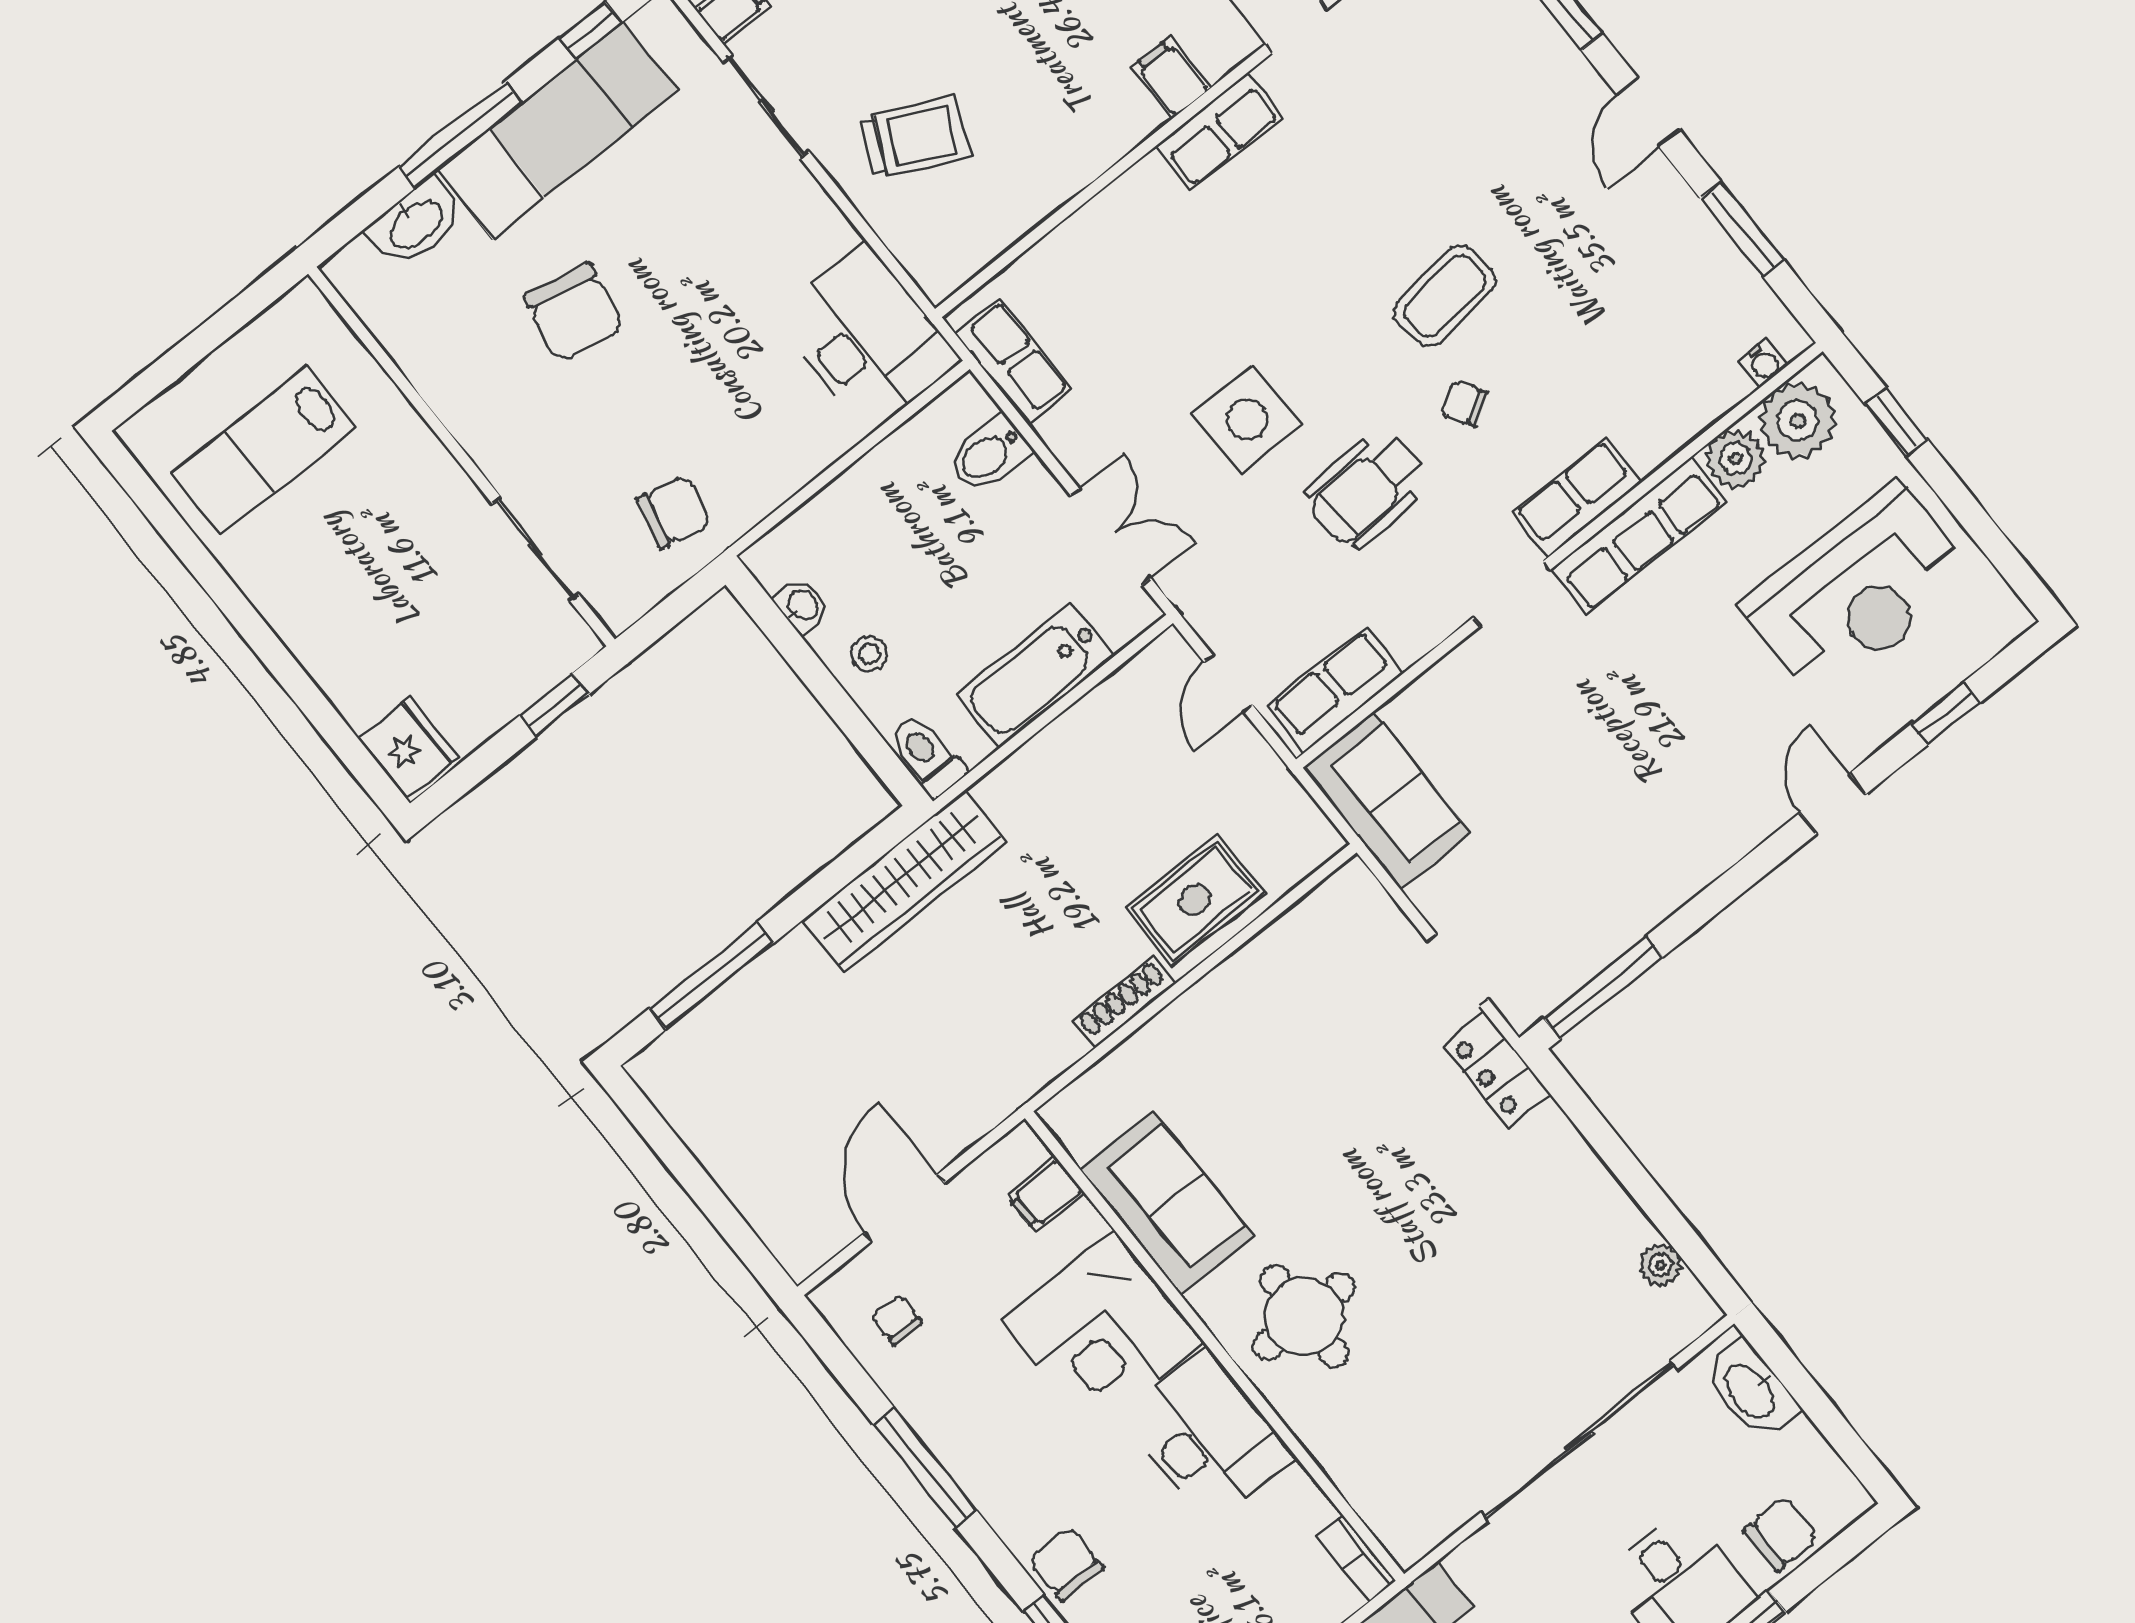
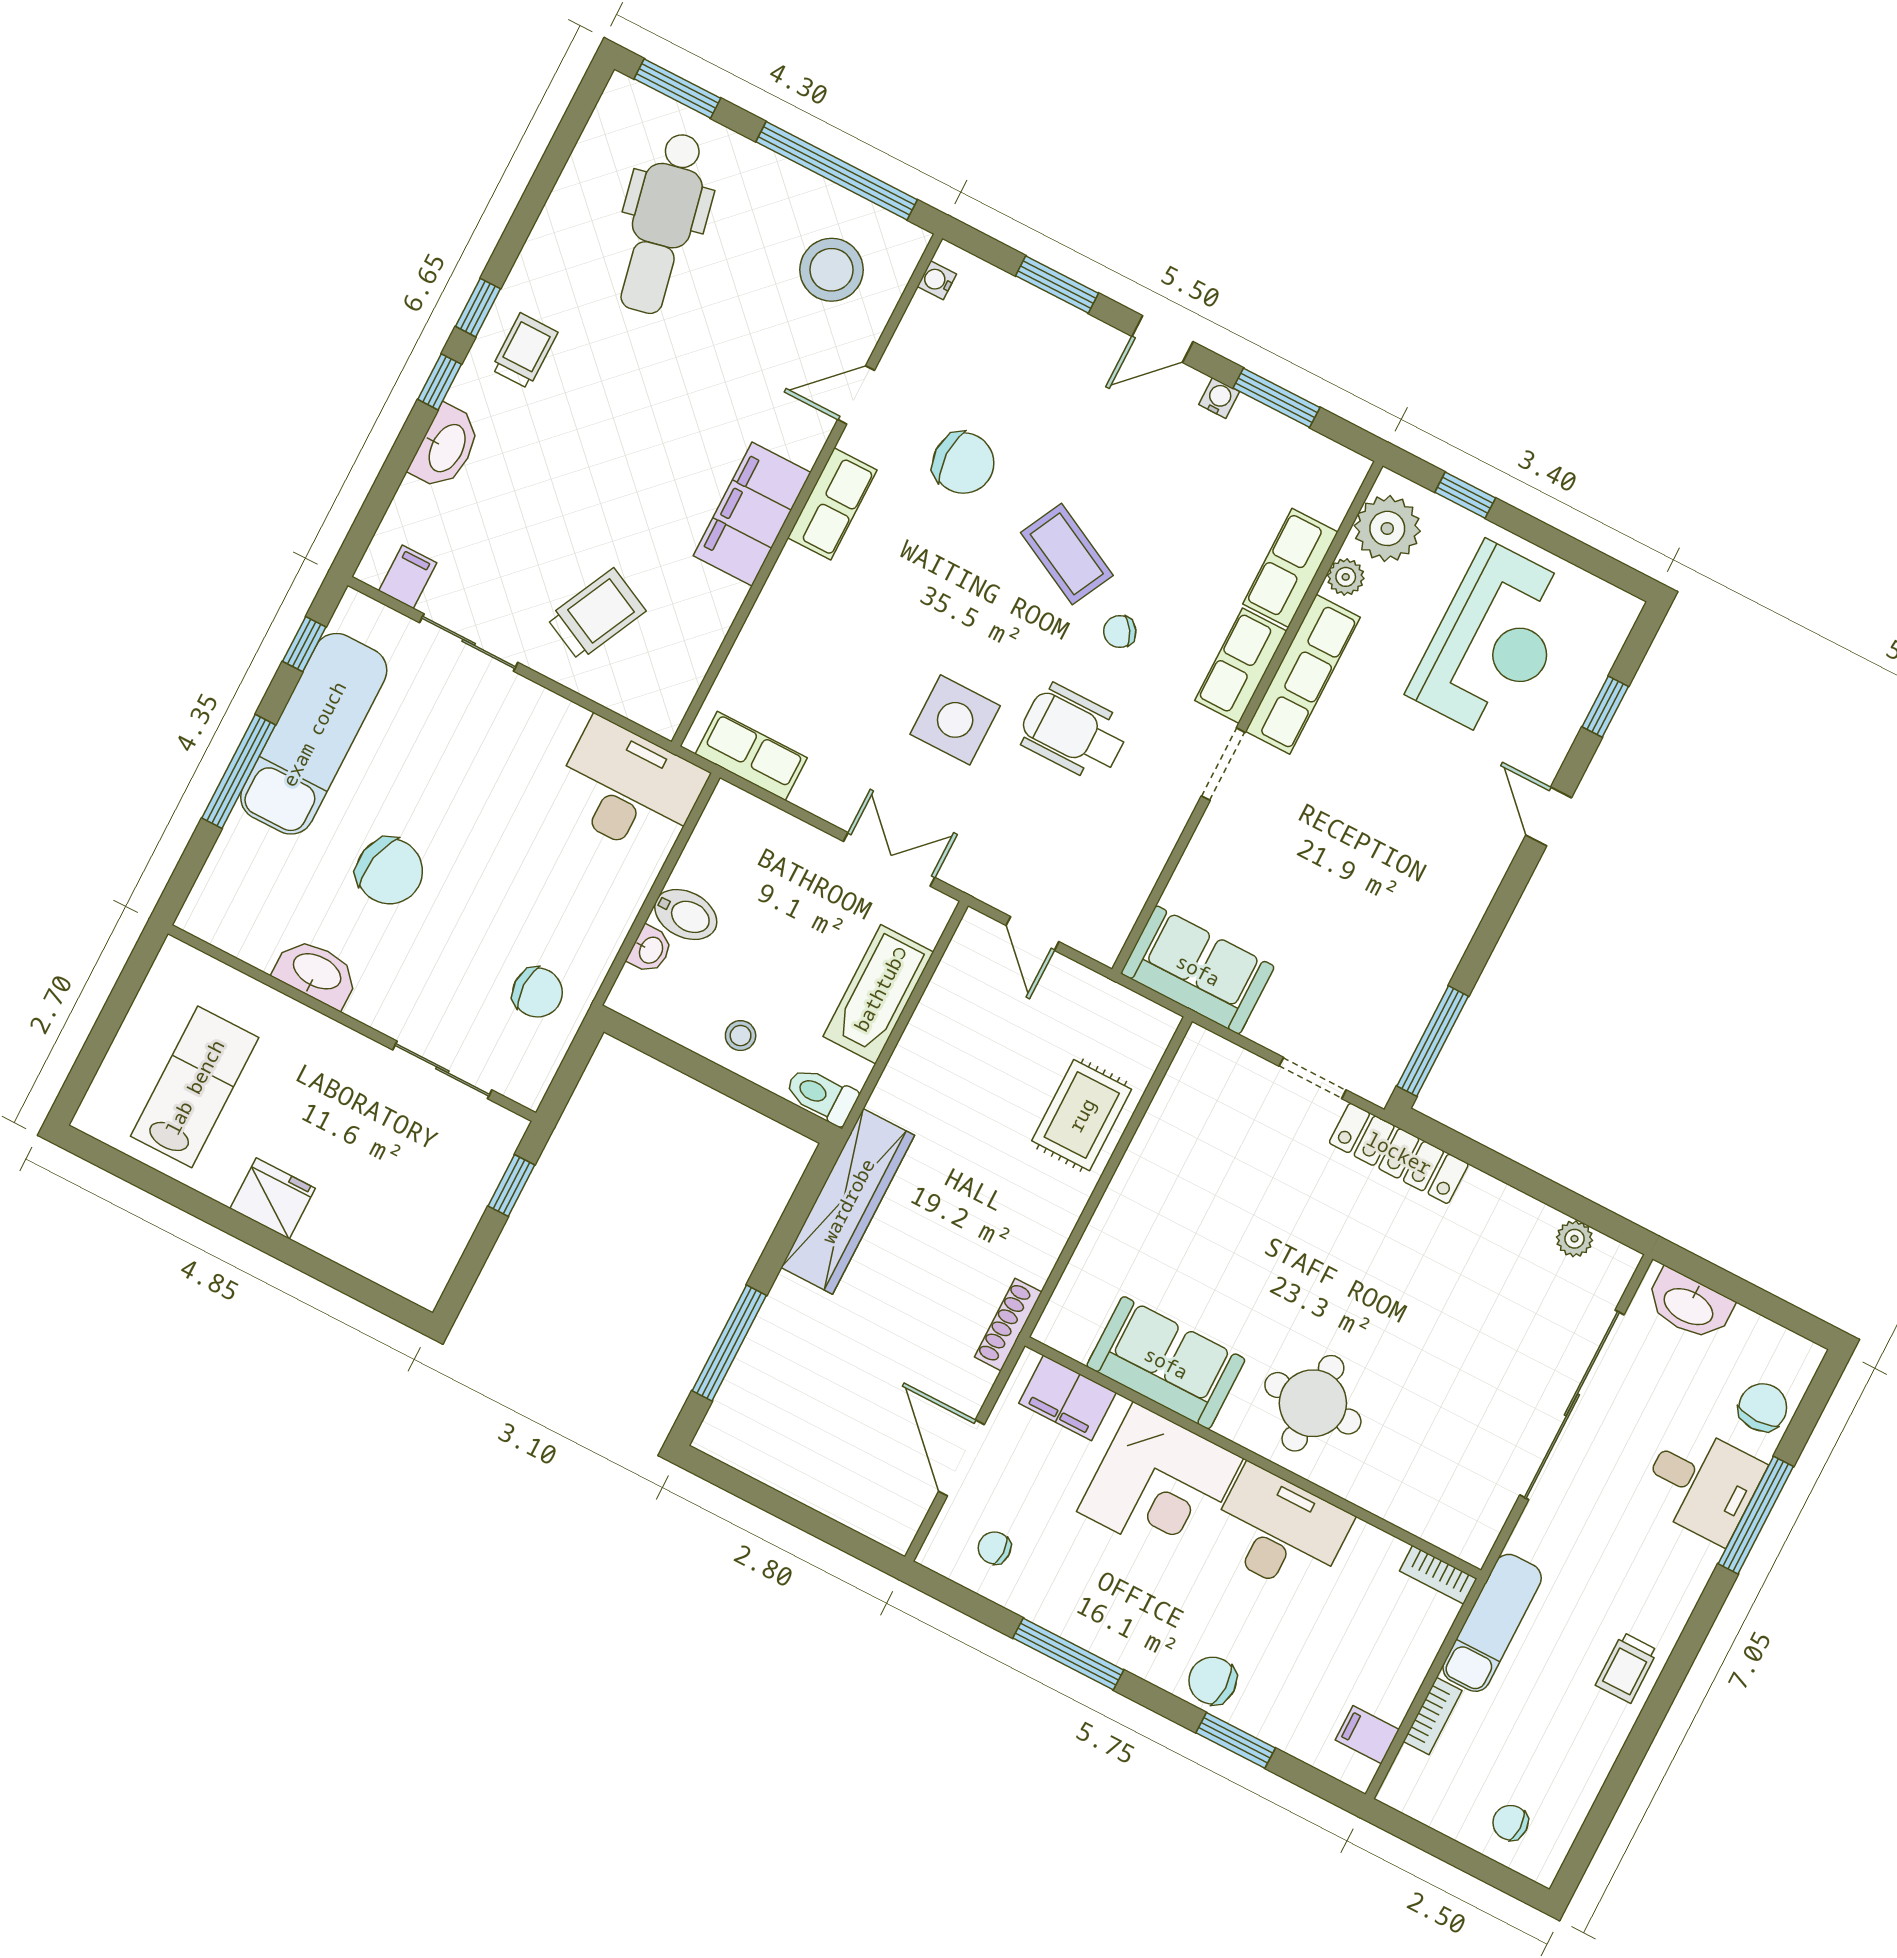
filing cabinet: (1171, 77) -> (752, 514), width x3.00, depth x1.17
door: (1648, 112) -> (1163, 339), hinge flipped
chair: (1378, 150) -> (963, 463), added
washbasin: (415, 223) -> (316, 973), moved, turned -90
coffee table: (1445, 296) -> (1067, 554), turned -56
water cooler: (1763, 363) -> (1219, 398), moved, turned -90
lab bench: (264, 450) -> (195, 1087), turned 180
bidet: (989, 454) -> (686, 914), moved, turned -90
plant: (1736, 459) -> (1346, 577), width x0.73, depth x0.73
wheelchair: (1367, 489) -> (1073, 732), turned 94
chair: (674, 512) -> (537, 992), turned 77
washbasin: (802, 606) -> (650, 950), moved, turned 90
row of seats: (1335, 690) -> (1290, 568), moved
fridge: (408, 748) -> (273, 1198), moved
shoe rack: (1124, 1002) -> (1008, 1325), moved
locker: (1497, 1069) -> (1399, 1153), width x1.53
filing cabinet: (1046, 1194) -> (1068, 1398), width x2.00

